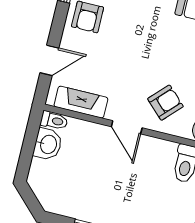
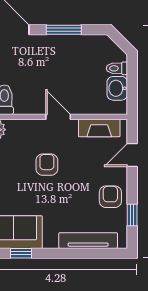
armchair: (165, 103) -> (47, 165), moved, turned 136
toilet: (54, 121) -> (117, 68), moved

